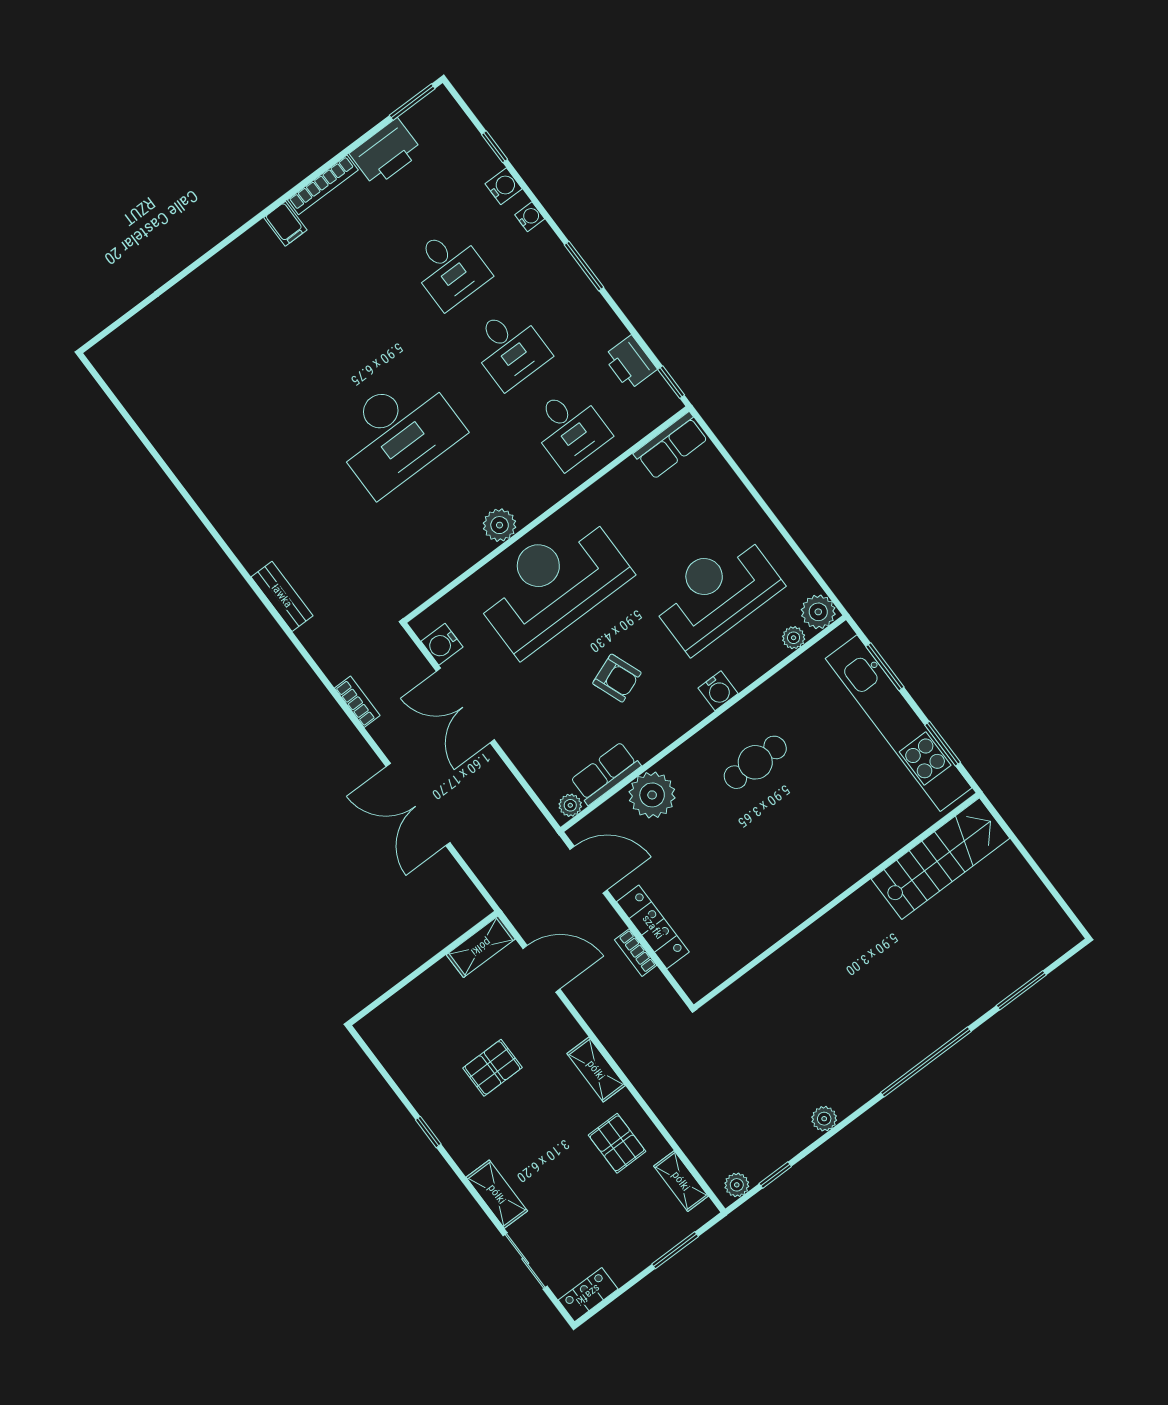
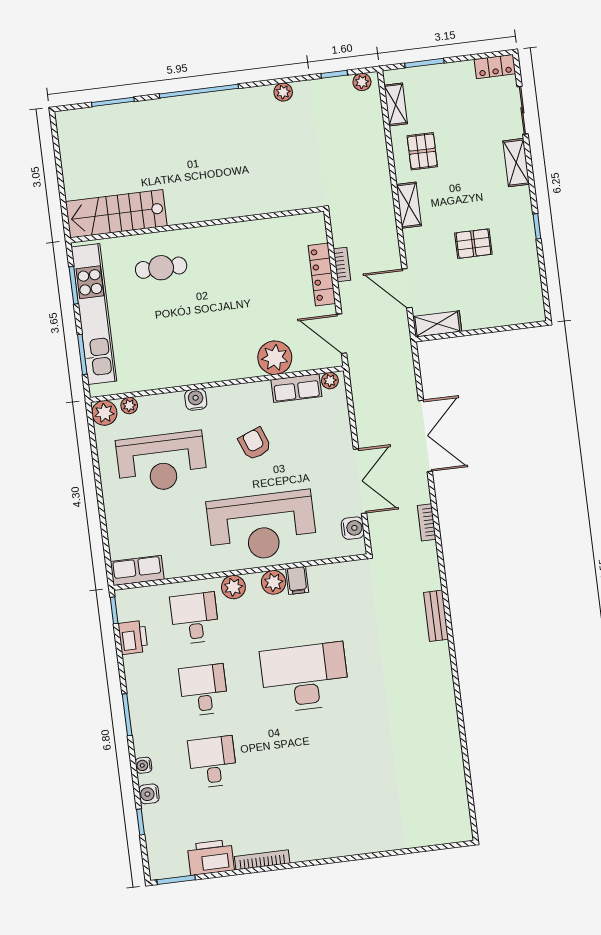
filing cabinet: (285, 224) -> (297, 580), moved, turned 180
plant: (544, 492) -> (233, 587), added
cafe table: (755, 762) -> (161, 268), moved

